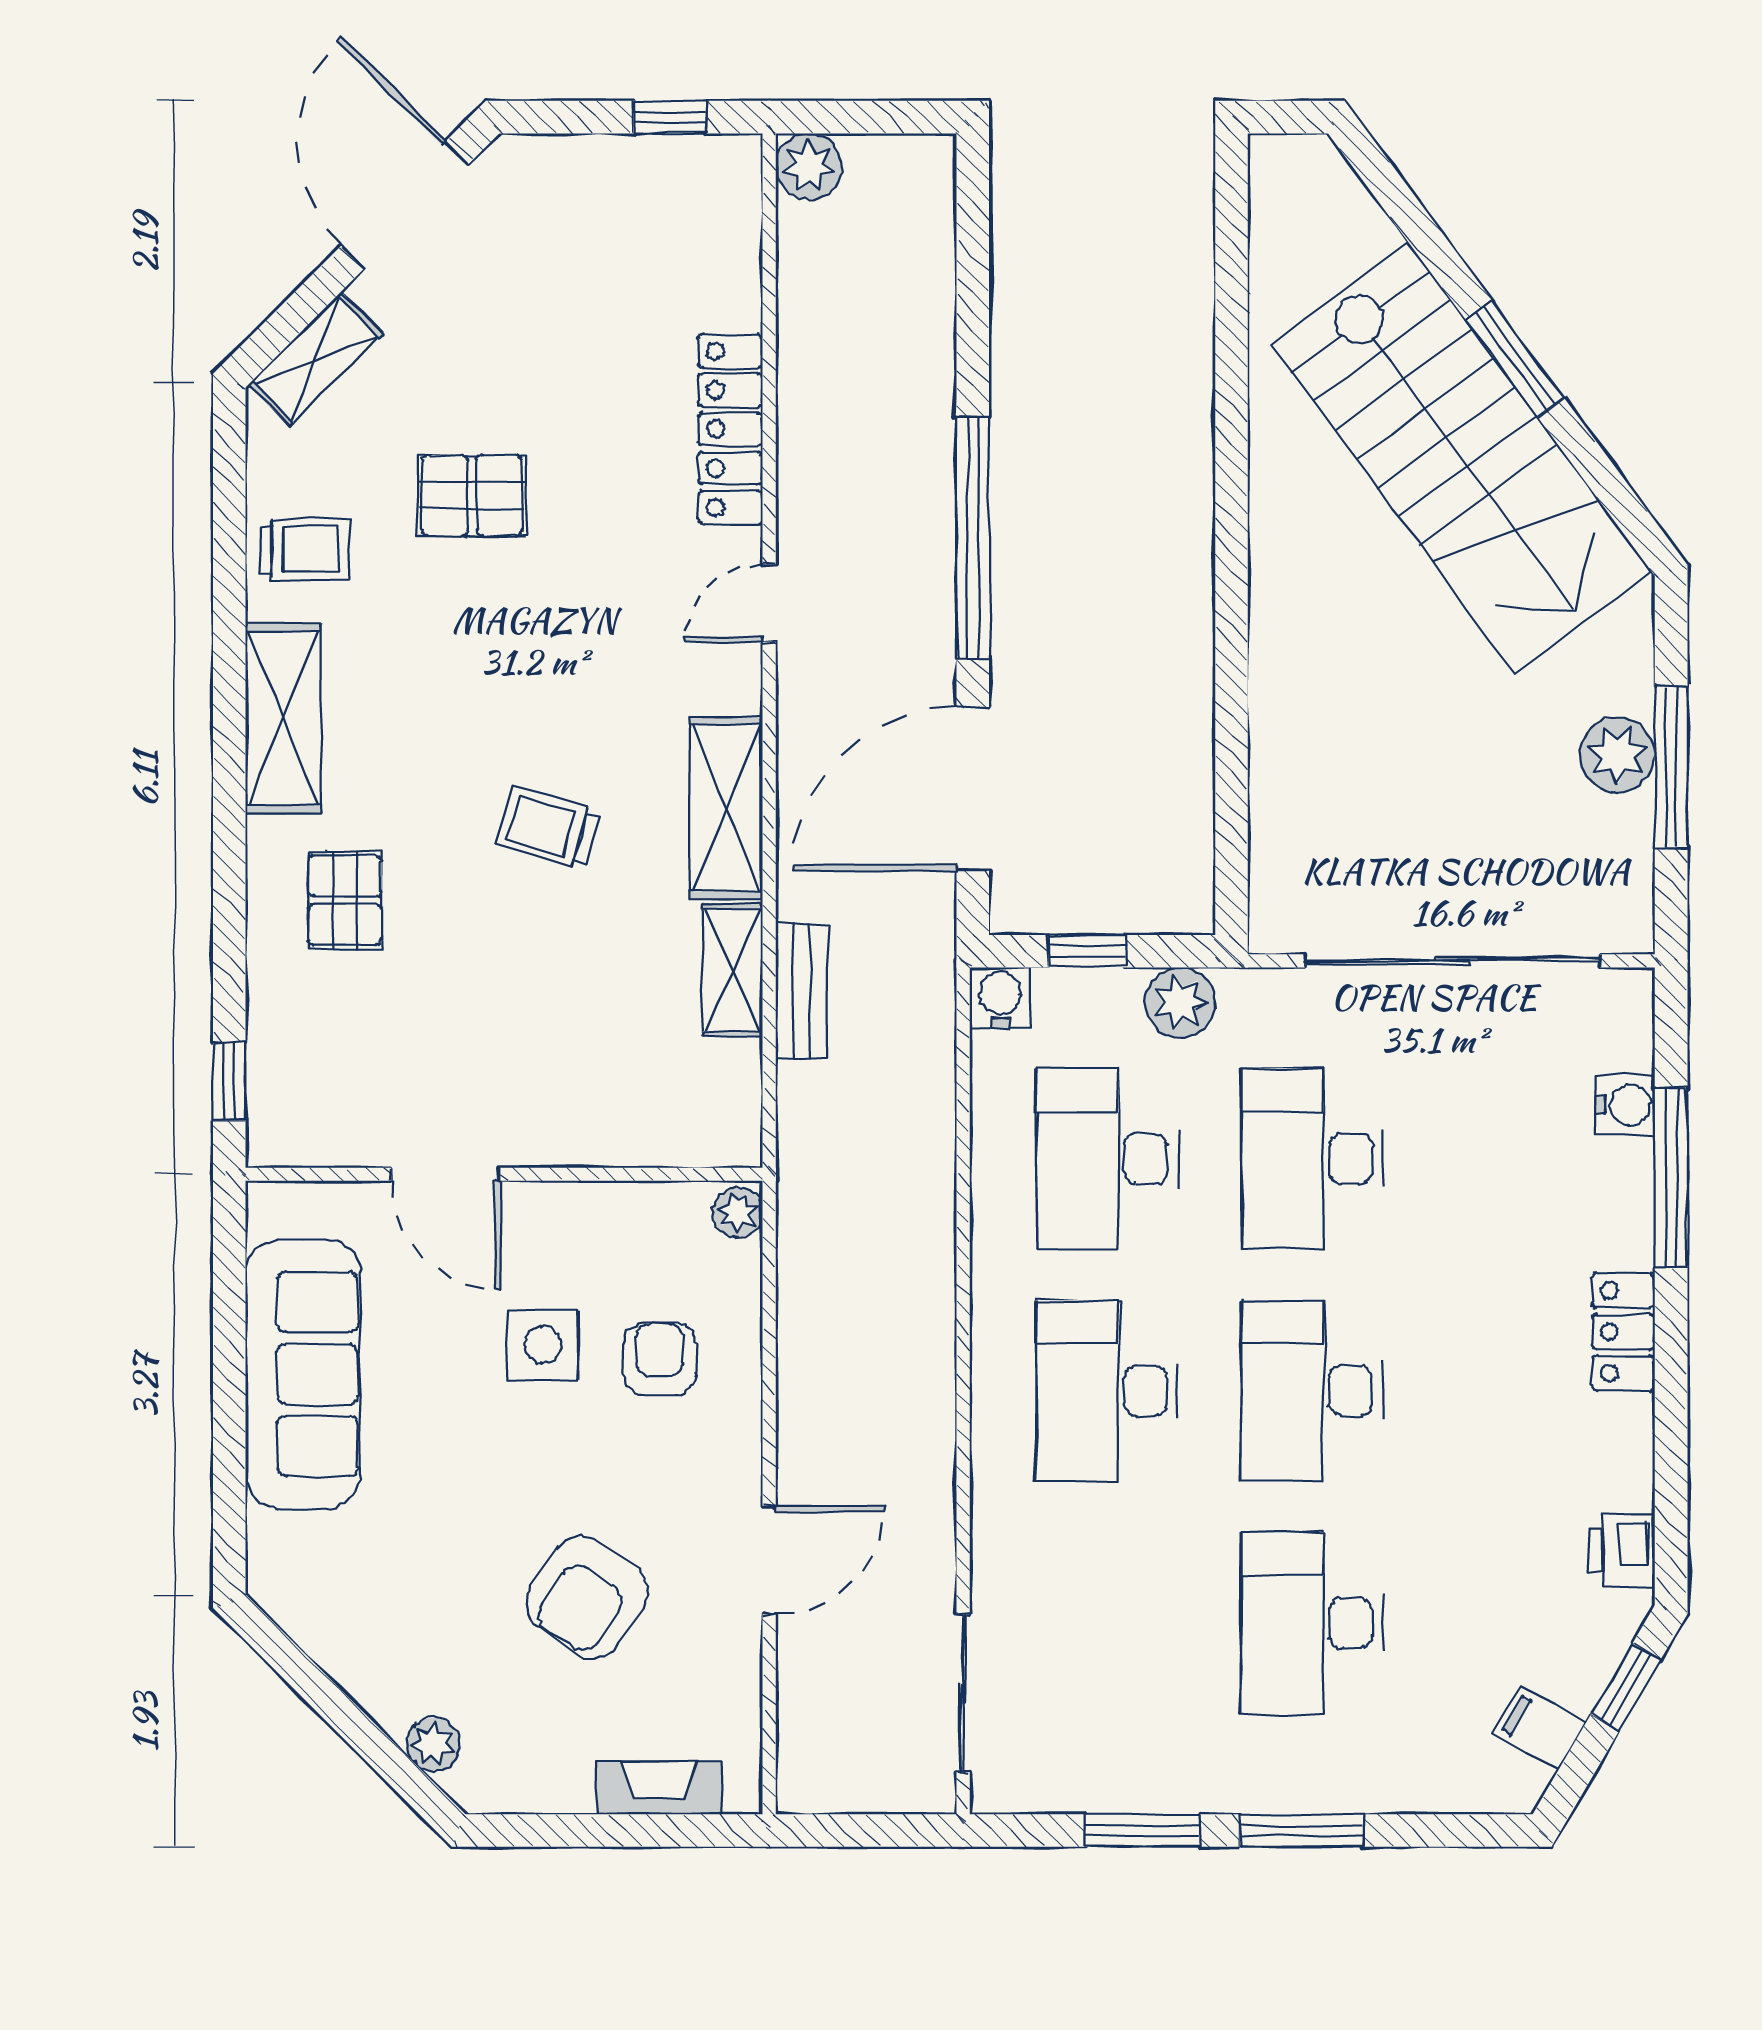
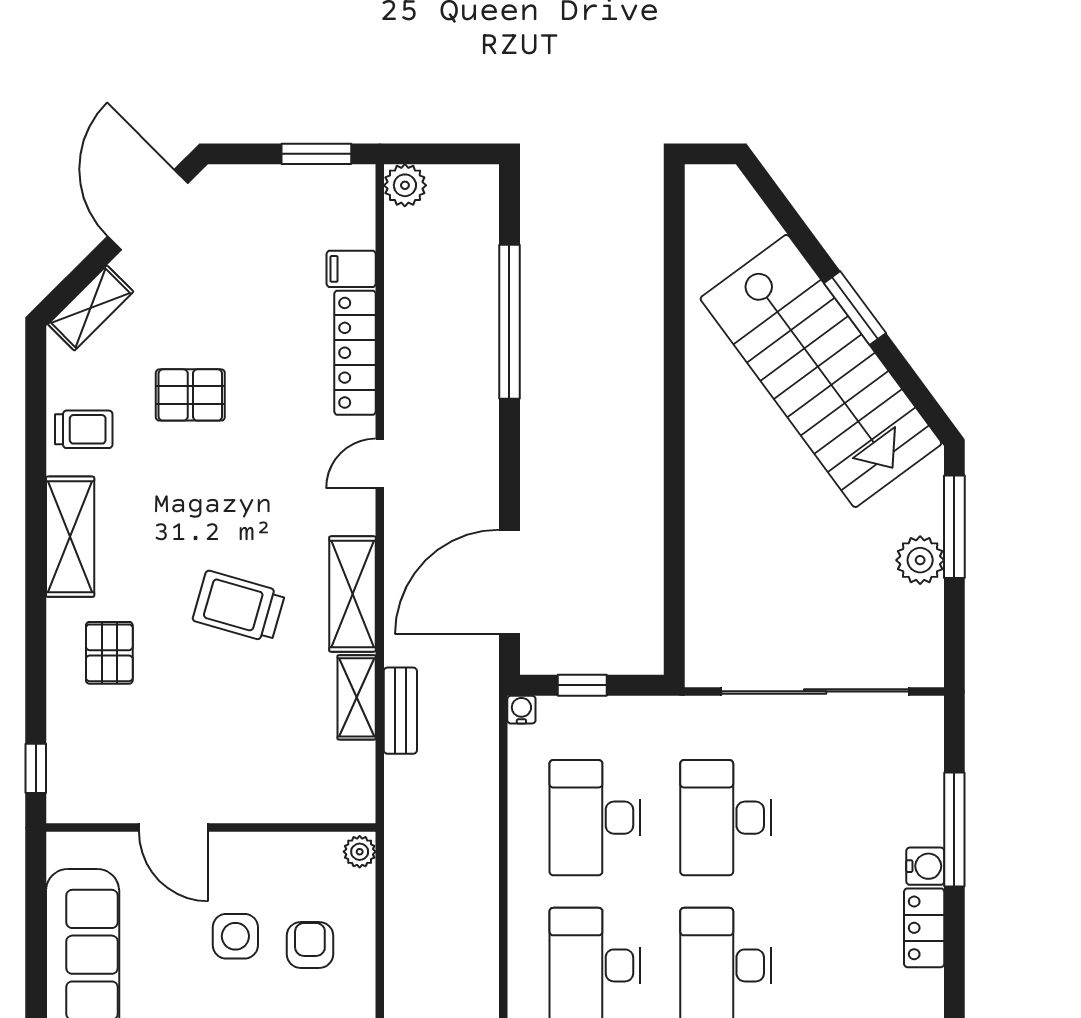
window: (670, 117) -> (316, 154), width x1.50
filing cabinet: (724, 298) -> (351, 269), added
window: (973, 538) -> (509, 322), moved
window: (1671, 767) -> (954, 527), moved
trolley: (548, 828) -> (239, 606), width x1.36, depth x1.39
water cooler: (1000, 998) -> (521, 710), width x0.72, depth x0.72
plant: (1180, 1002) -> (642, 718), removed
water cooler: (1625, 1105) -> (925, 866), moved

